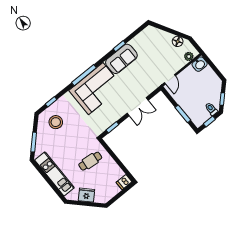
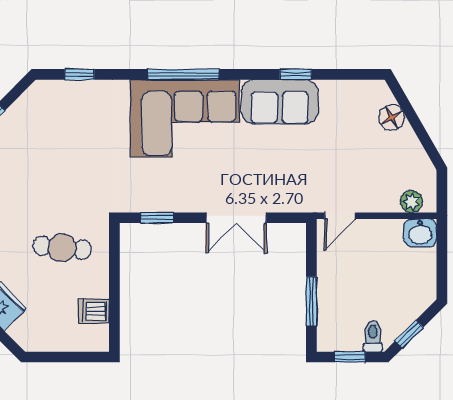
floor lamp: (178, 41) -> (392, 117), moved
stool: (56, 122) -> (57, 120), removed
dishwasher: (124, 182) -> (94, 311), moved

